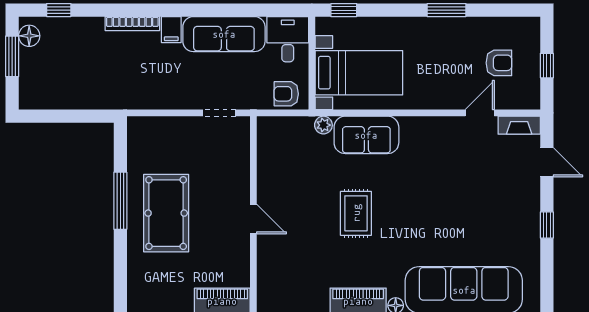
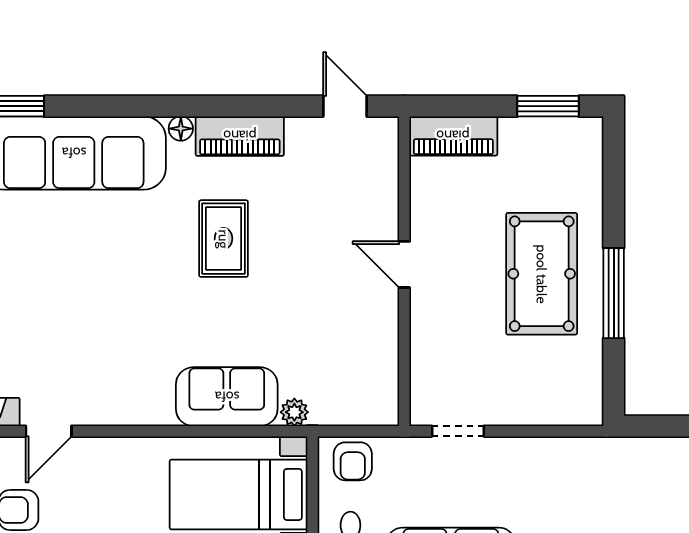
armchair: (286, 94) -> (353, 461), turned 90
rug: (356, 213) -> (224, 239), moved

